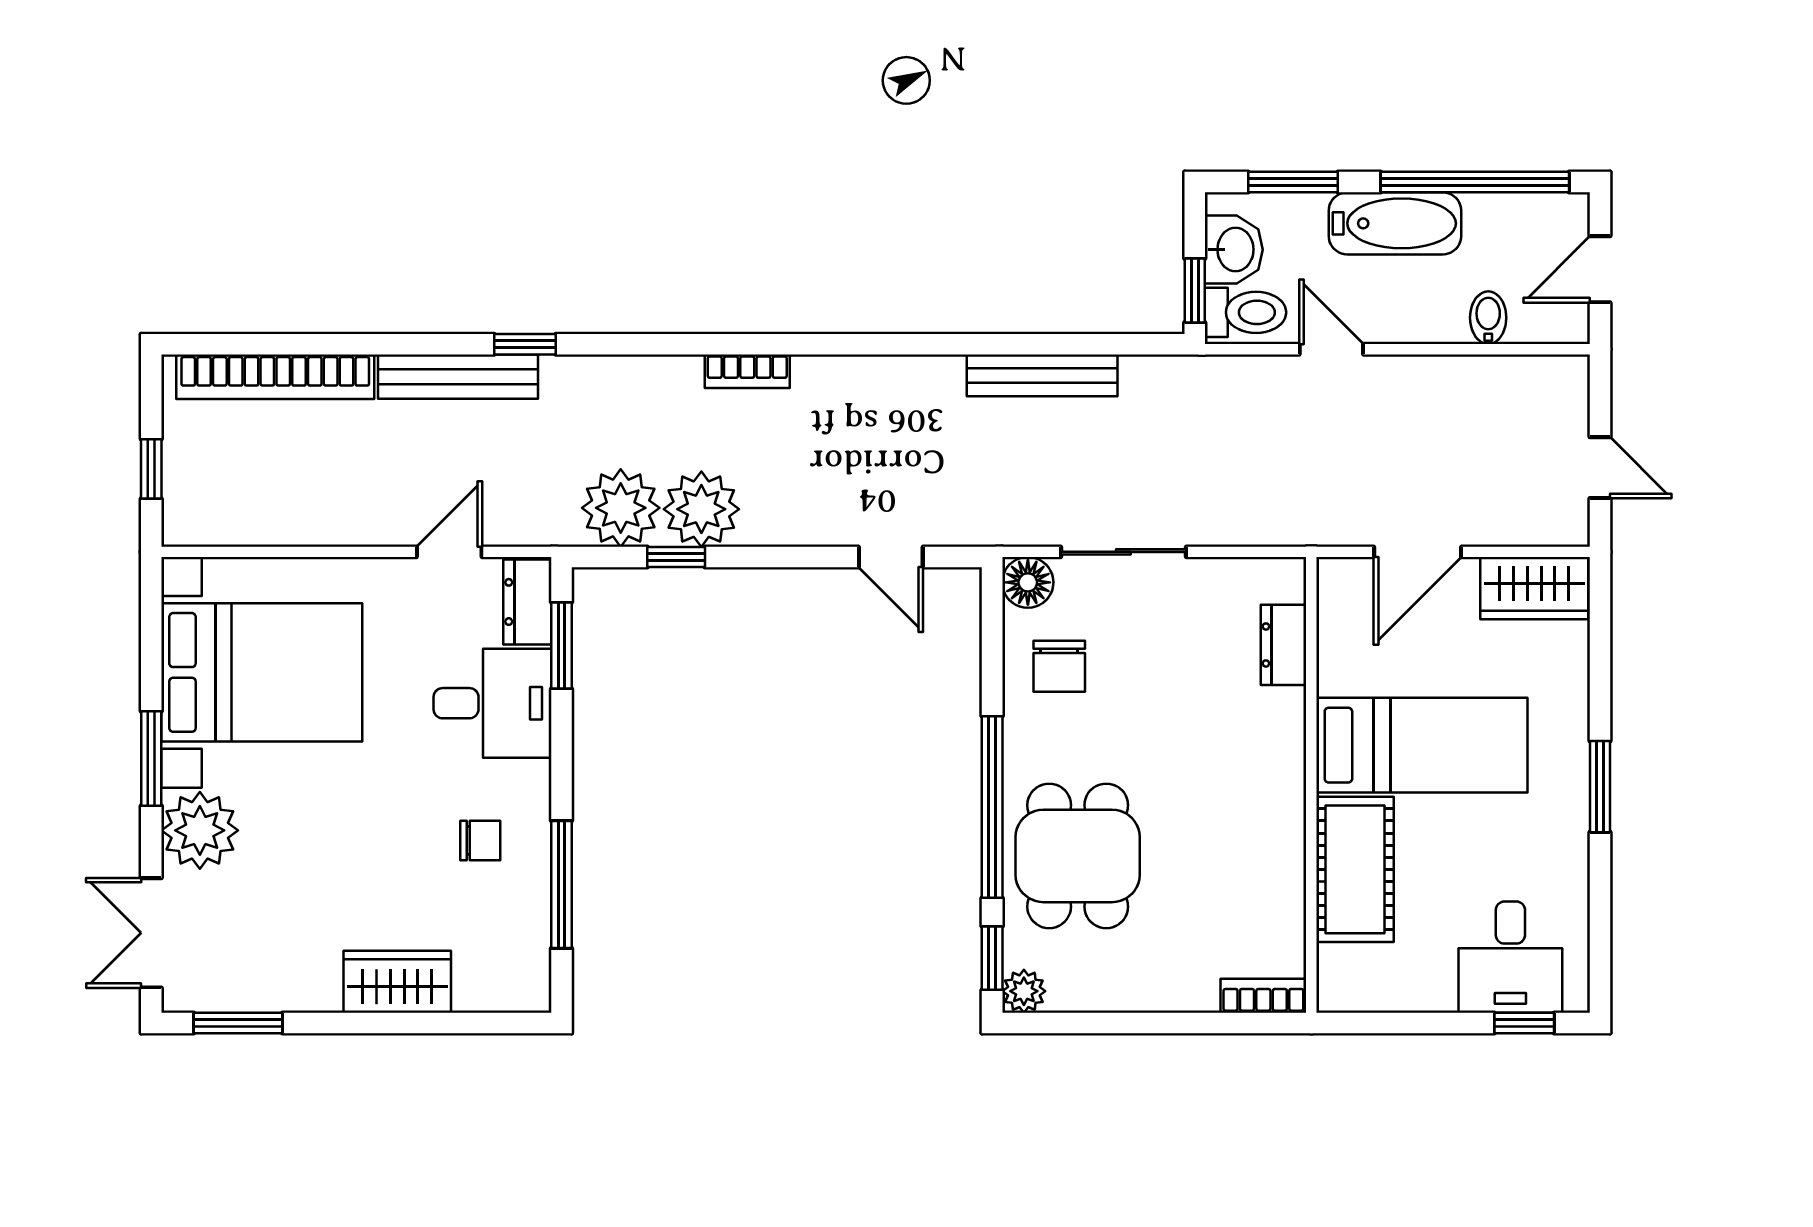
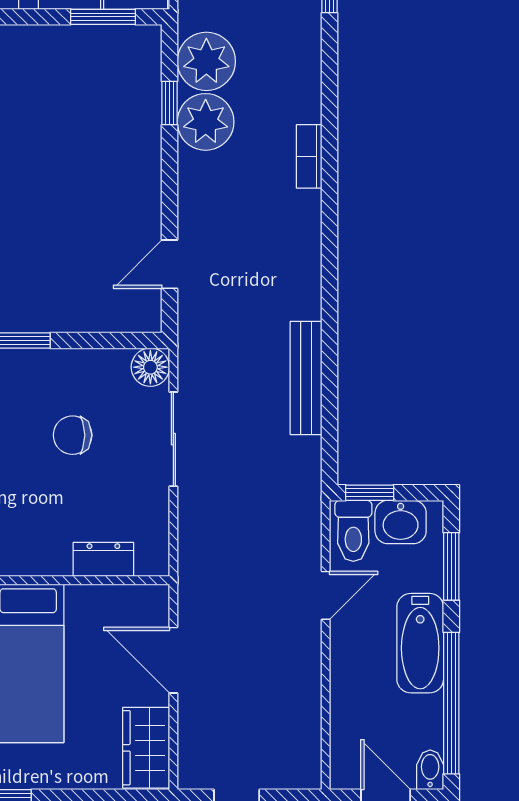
bidet: (1488, 318) -> (430, 770), moved, turned -90
chair: (1059, 666) -> (73, 435), moved

